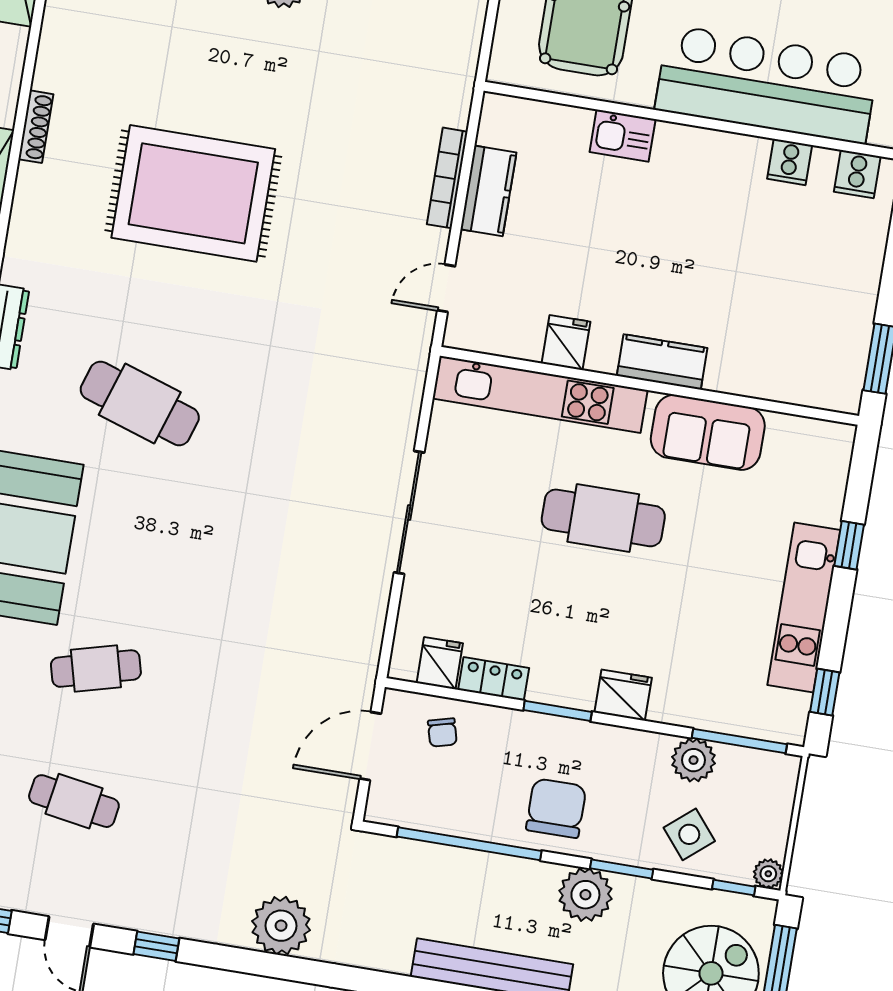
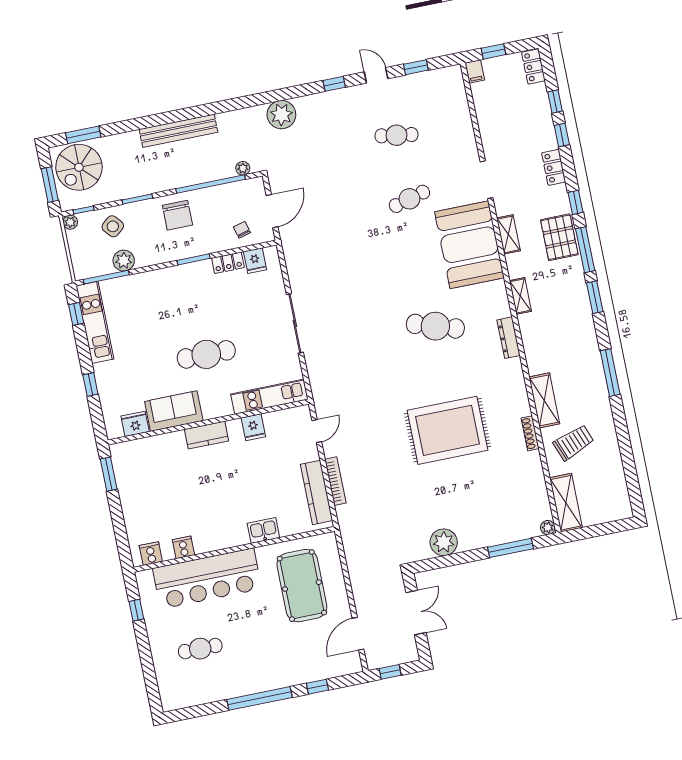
kitchen counter: (488, 191) -> (317, 492), width x1.50
kitchen unit: (540, 394) -> (269, 397), width x0.73
kitchen unit: (804, 607) -> (95, 322), moved
fridge: (623, 695) -> (135, 424), moved, turned 180
plant: (585, 895) -> (243, 168), moved, width x0.53, depth x0.53

